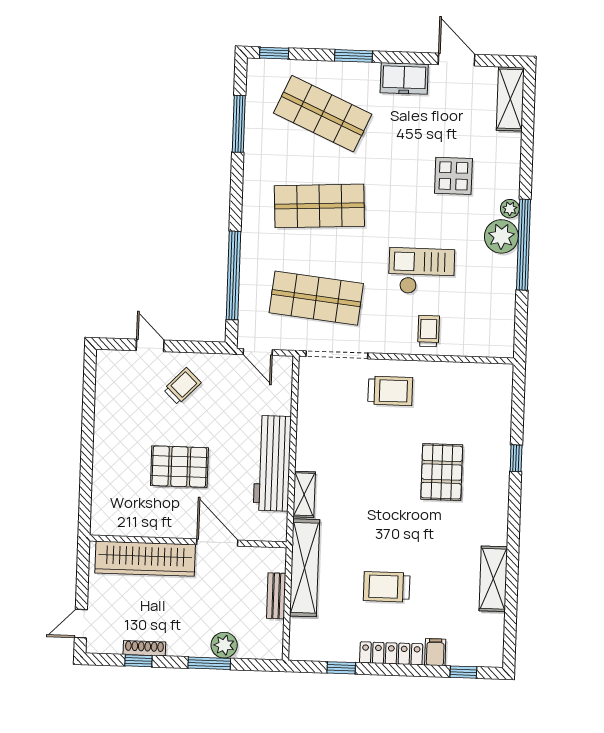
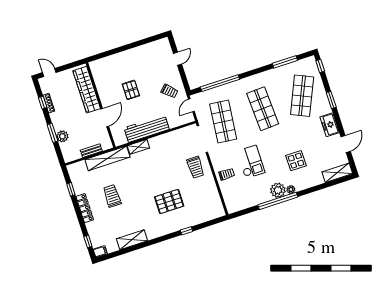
trolley: (182, 386) -> (169, 91), moved
pallet: (179, 467) -> (131, 90), width x0.67, depth x0.71
filing cabinet: (435, 652) -> (100, 252), moved

